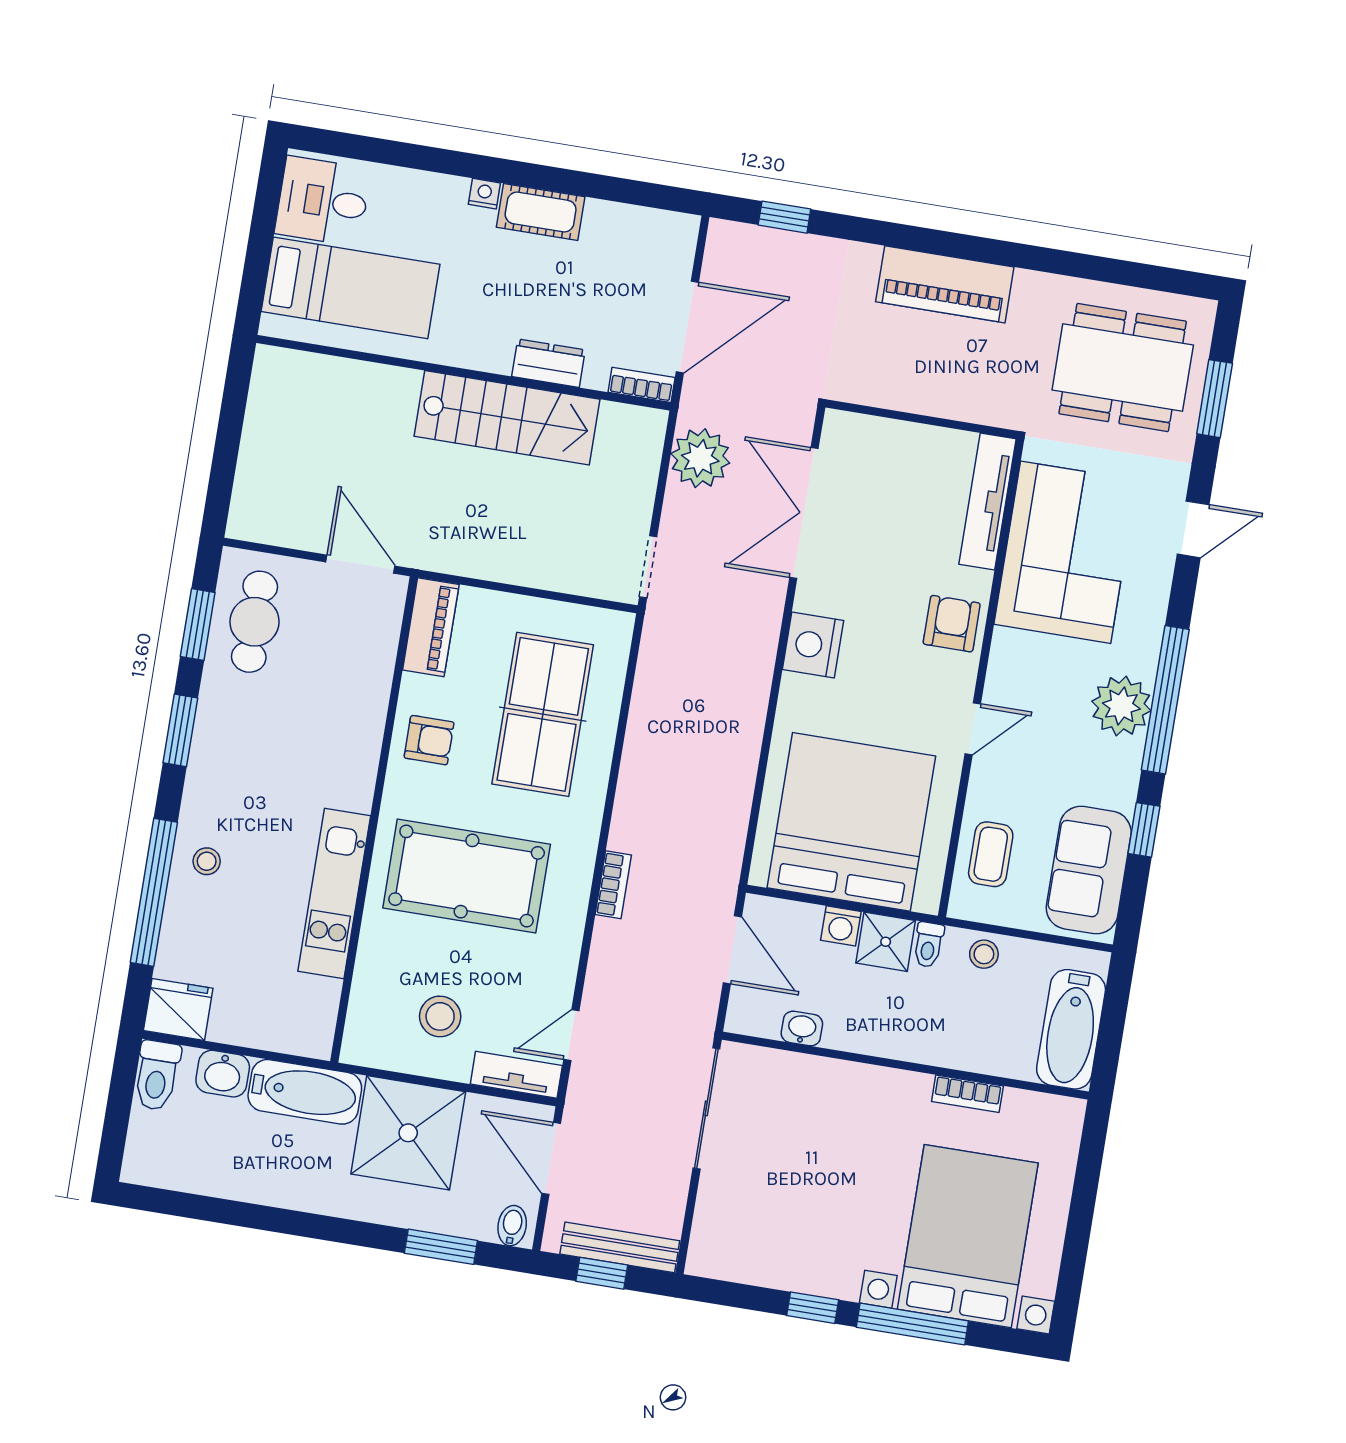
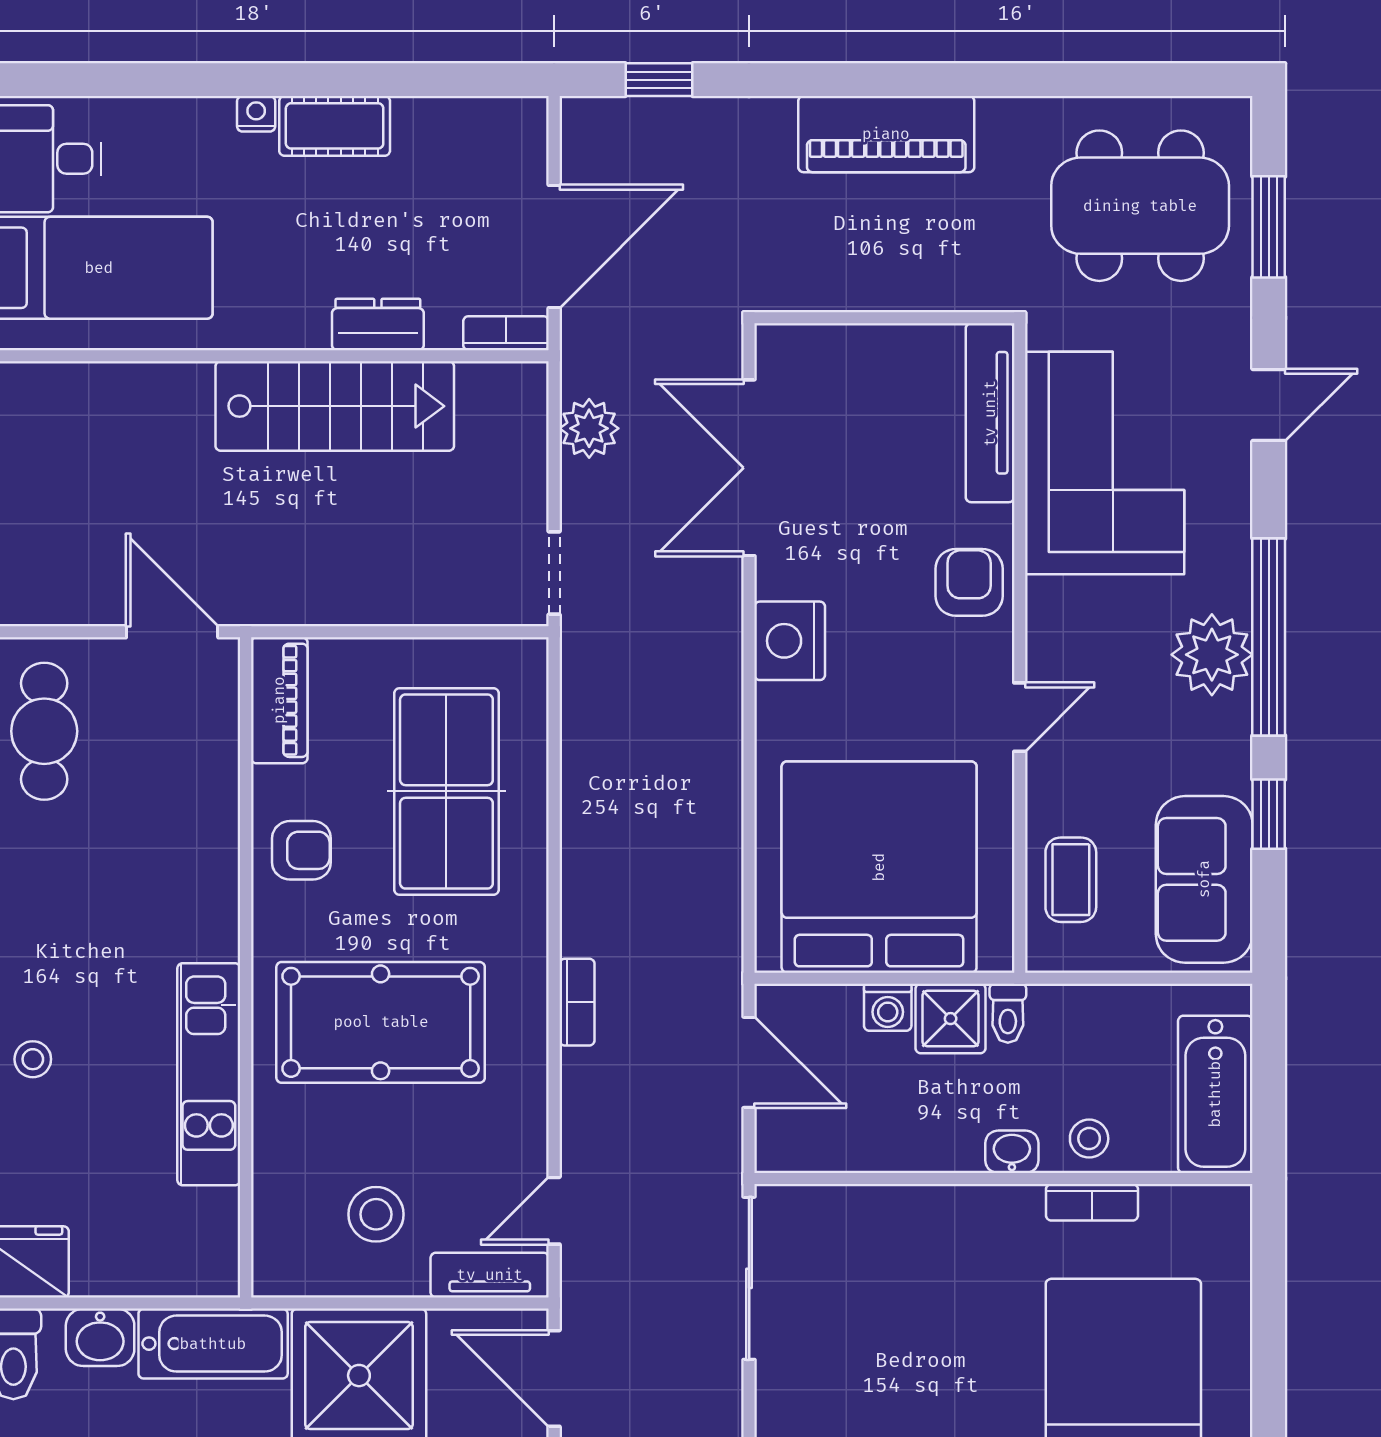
plant: (700, 458) -> (589, 428), width x0.73, depth x0.73
stool: (984, 954) -> (1089, 1139), moved
washbasin: (802, 1029) -> (1012, 1152), moved

